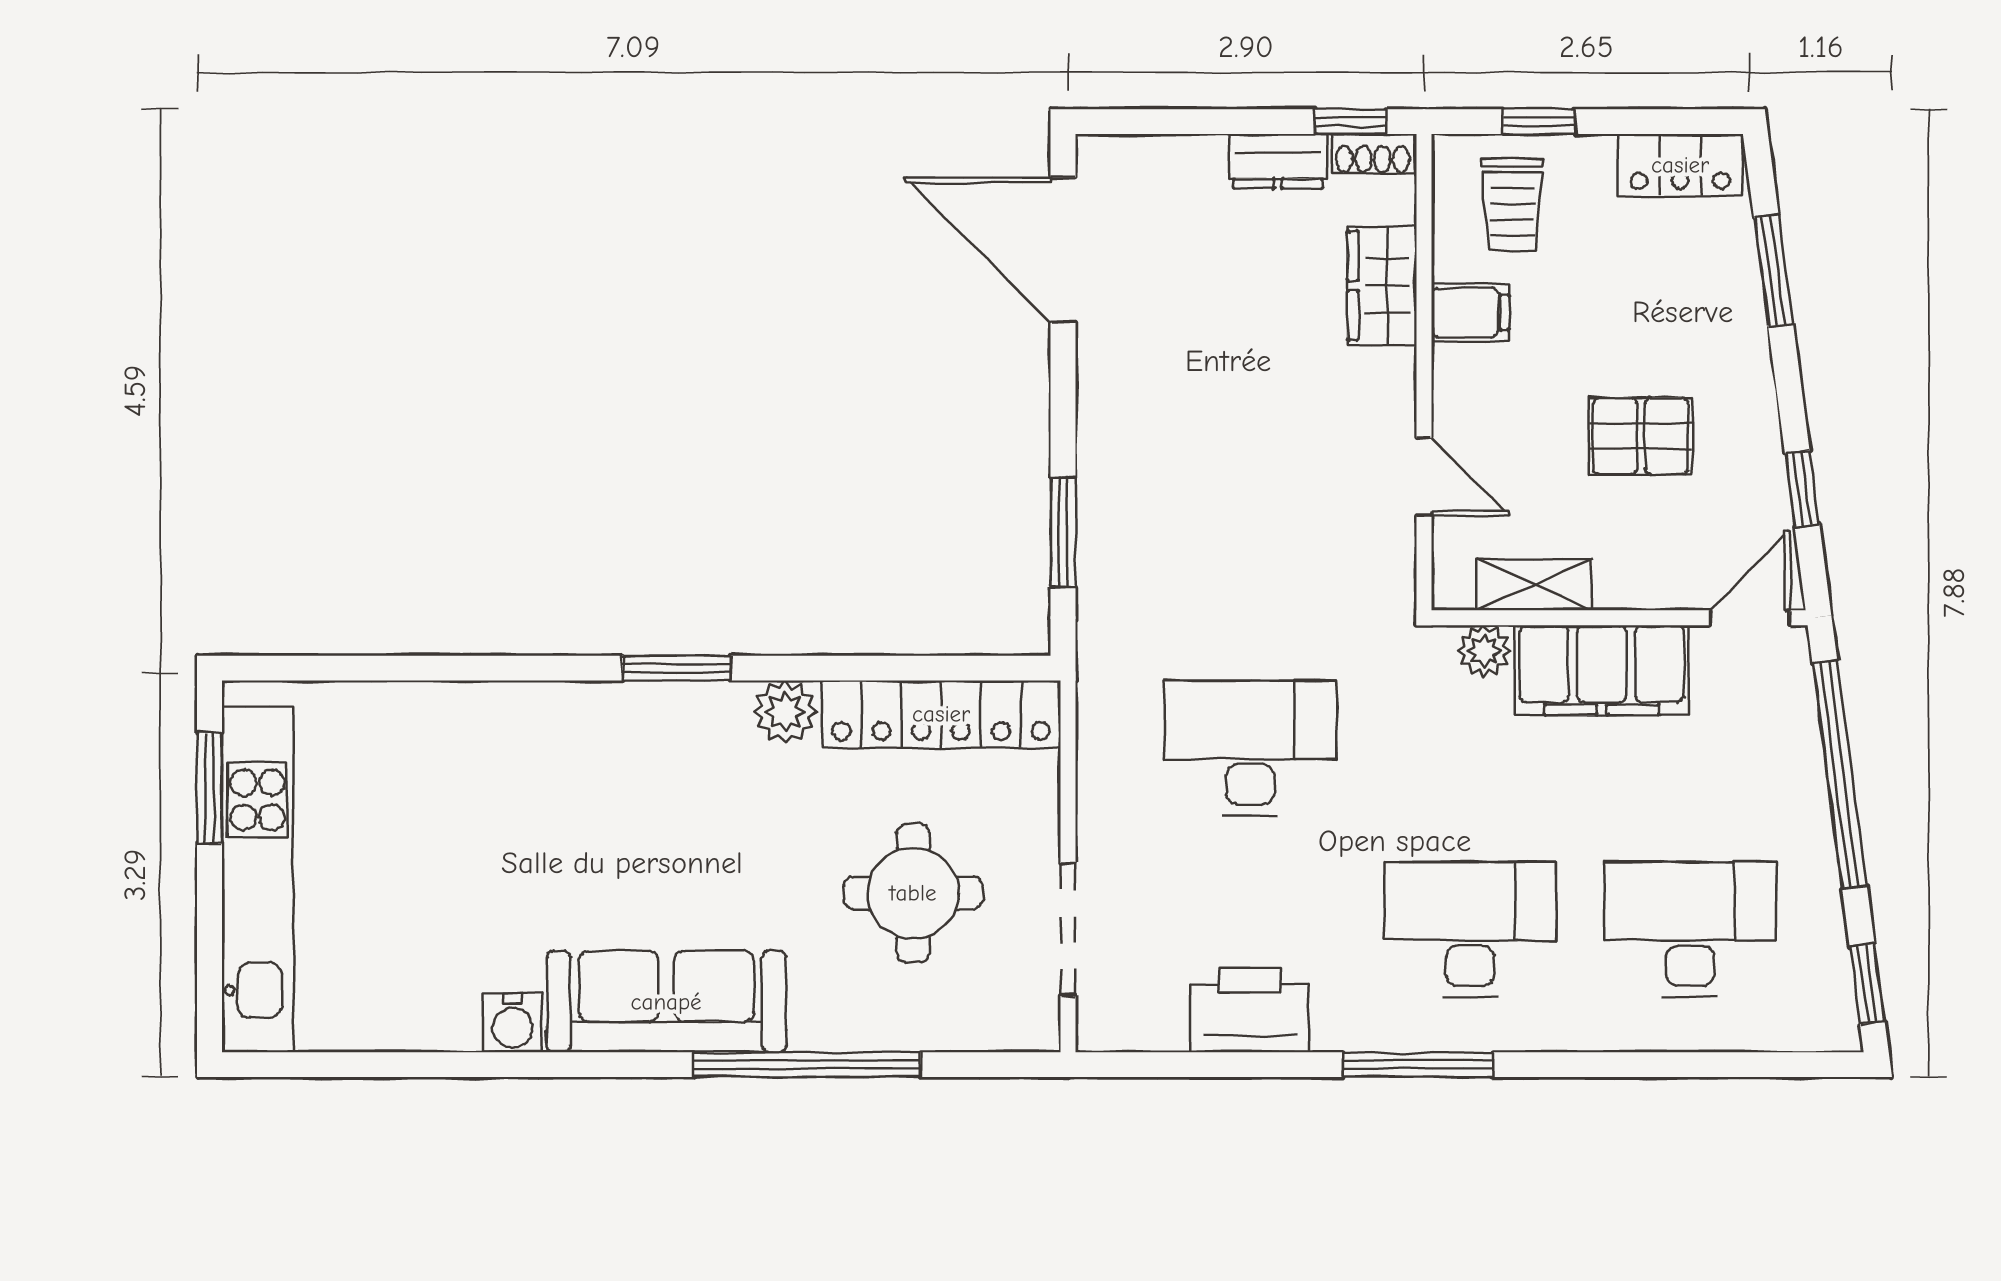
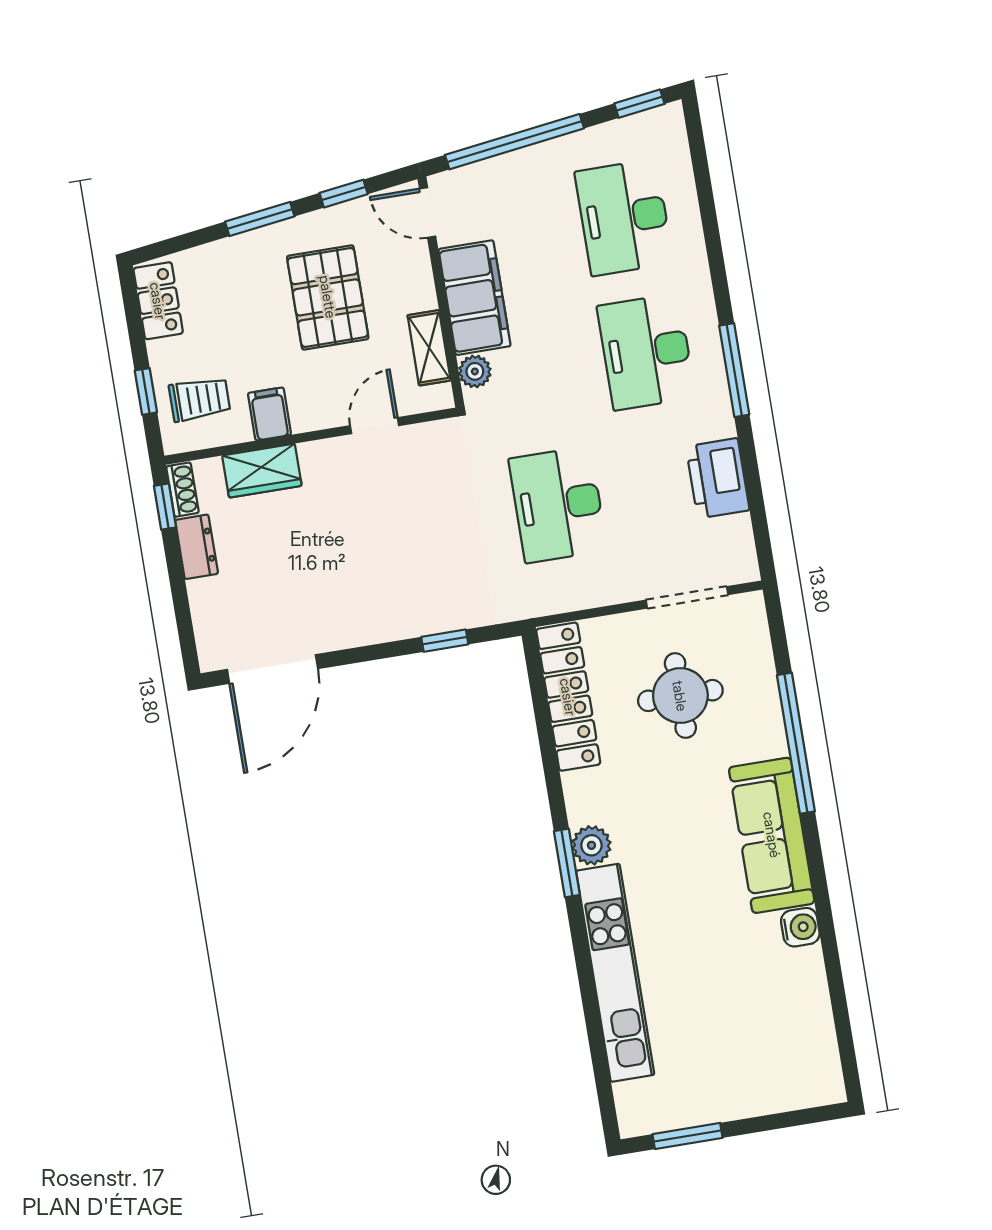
window: (1773, 271) -> (260, 219), moved
pallet: (1641, 436) -> (328, 297), width x1.50, depth x1.42
window: (1063, 532) -> (445, 641), width x0.67
plant: (785, 712) -> (591, 845), moved
kitchen unit: (258, 879) -> (615, 973), moved, turned 90

